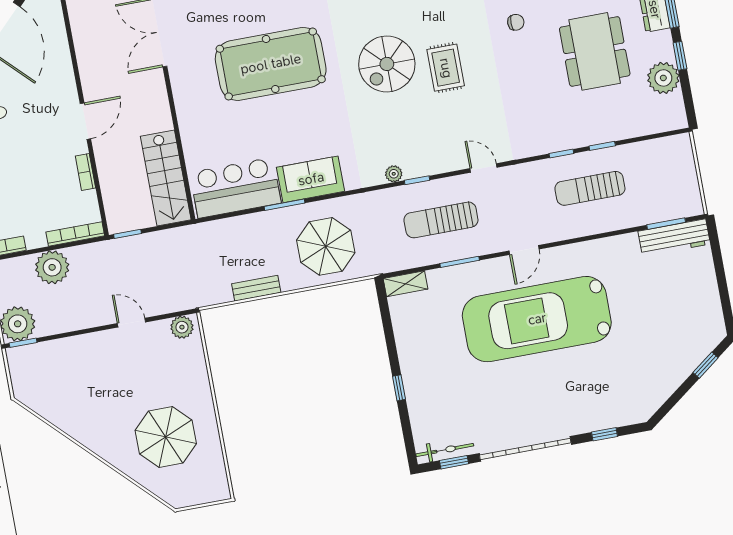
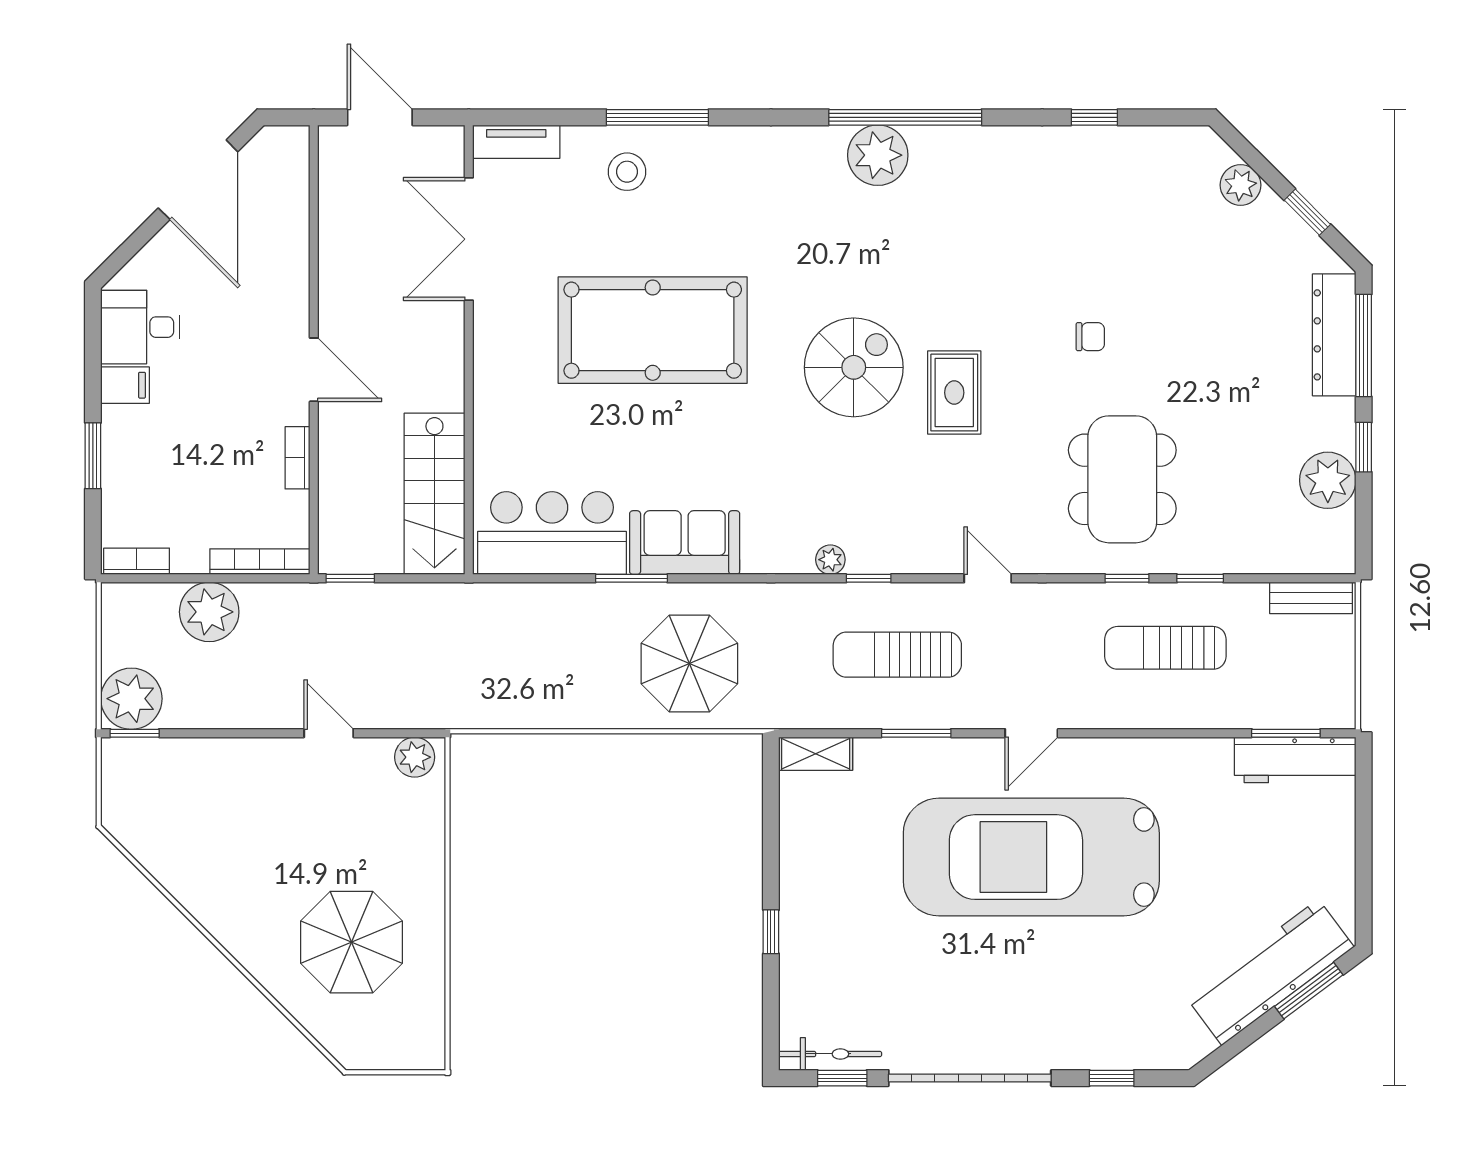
dining table: (595, 51) -> (1122, 479), moved
spiral stairs: (387, 64) -> (854, 367), turned 180
door: (85, 121) -> (314, 370), hinge flipped
bench: (256, 288) -> (1311, 598), moved
workbench: (682, 359) -> (1270, 972), added
window: (706, 365) -> (1309, 991), width x1.50

